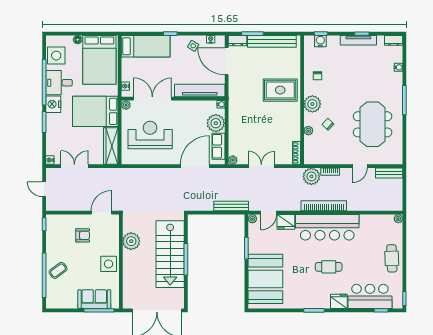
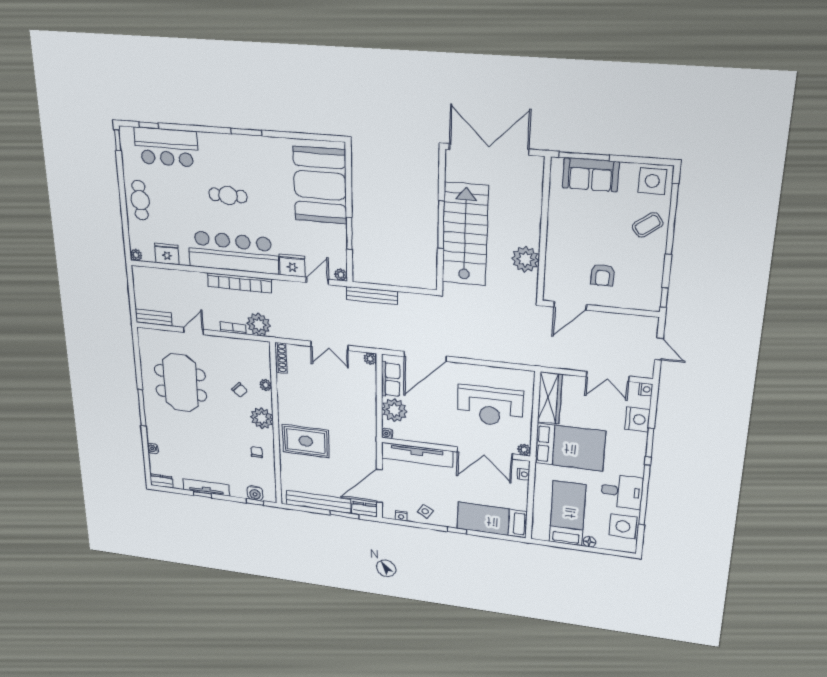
bed: (99, 60) -> (568, 513), width x0.67
door: (227, 61) -> (379, 486), swing flipped
nightstand: (53, 104) -> (637, 419), moved
armchair: (83, 235) -> (603, 275), turned -90
side table: (109, 264) -> (652, 181), moved
fridge: (339, 301) -> (167, 254), moved, turned 180

